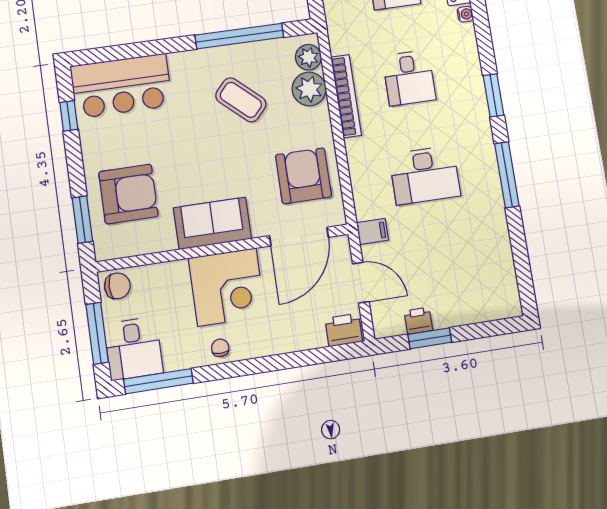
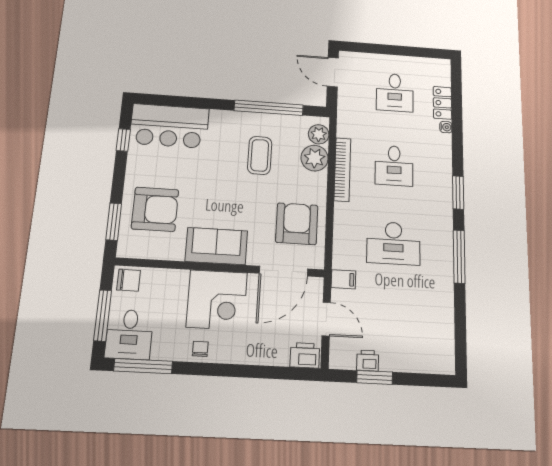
coffee table: (241, 100) -> (260, 155), turned 48

